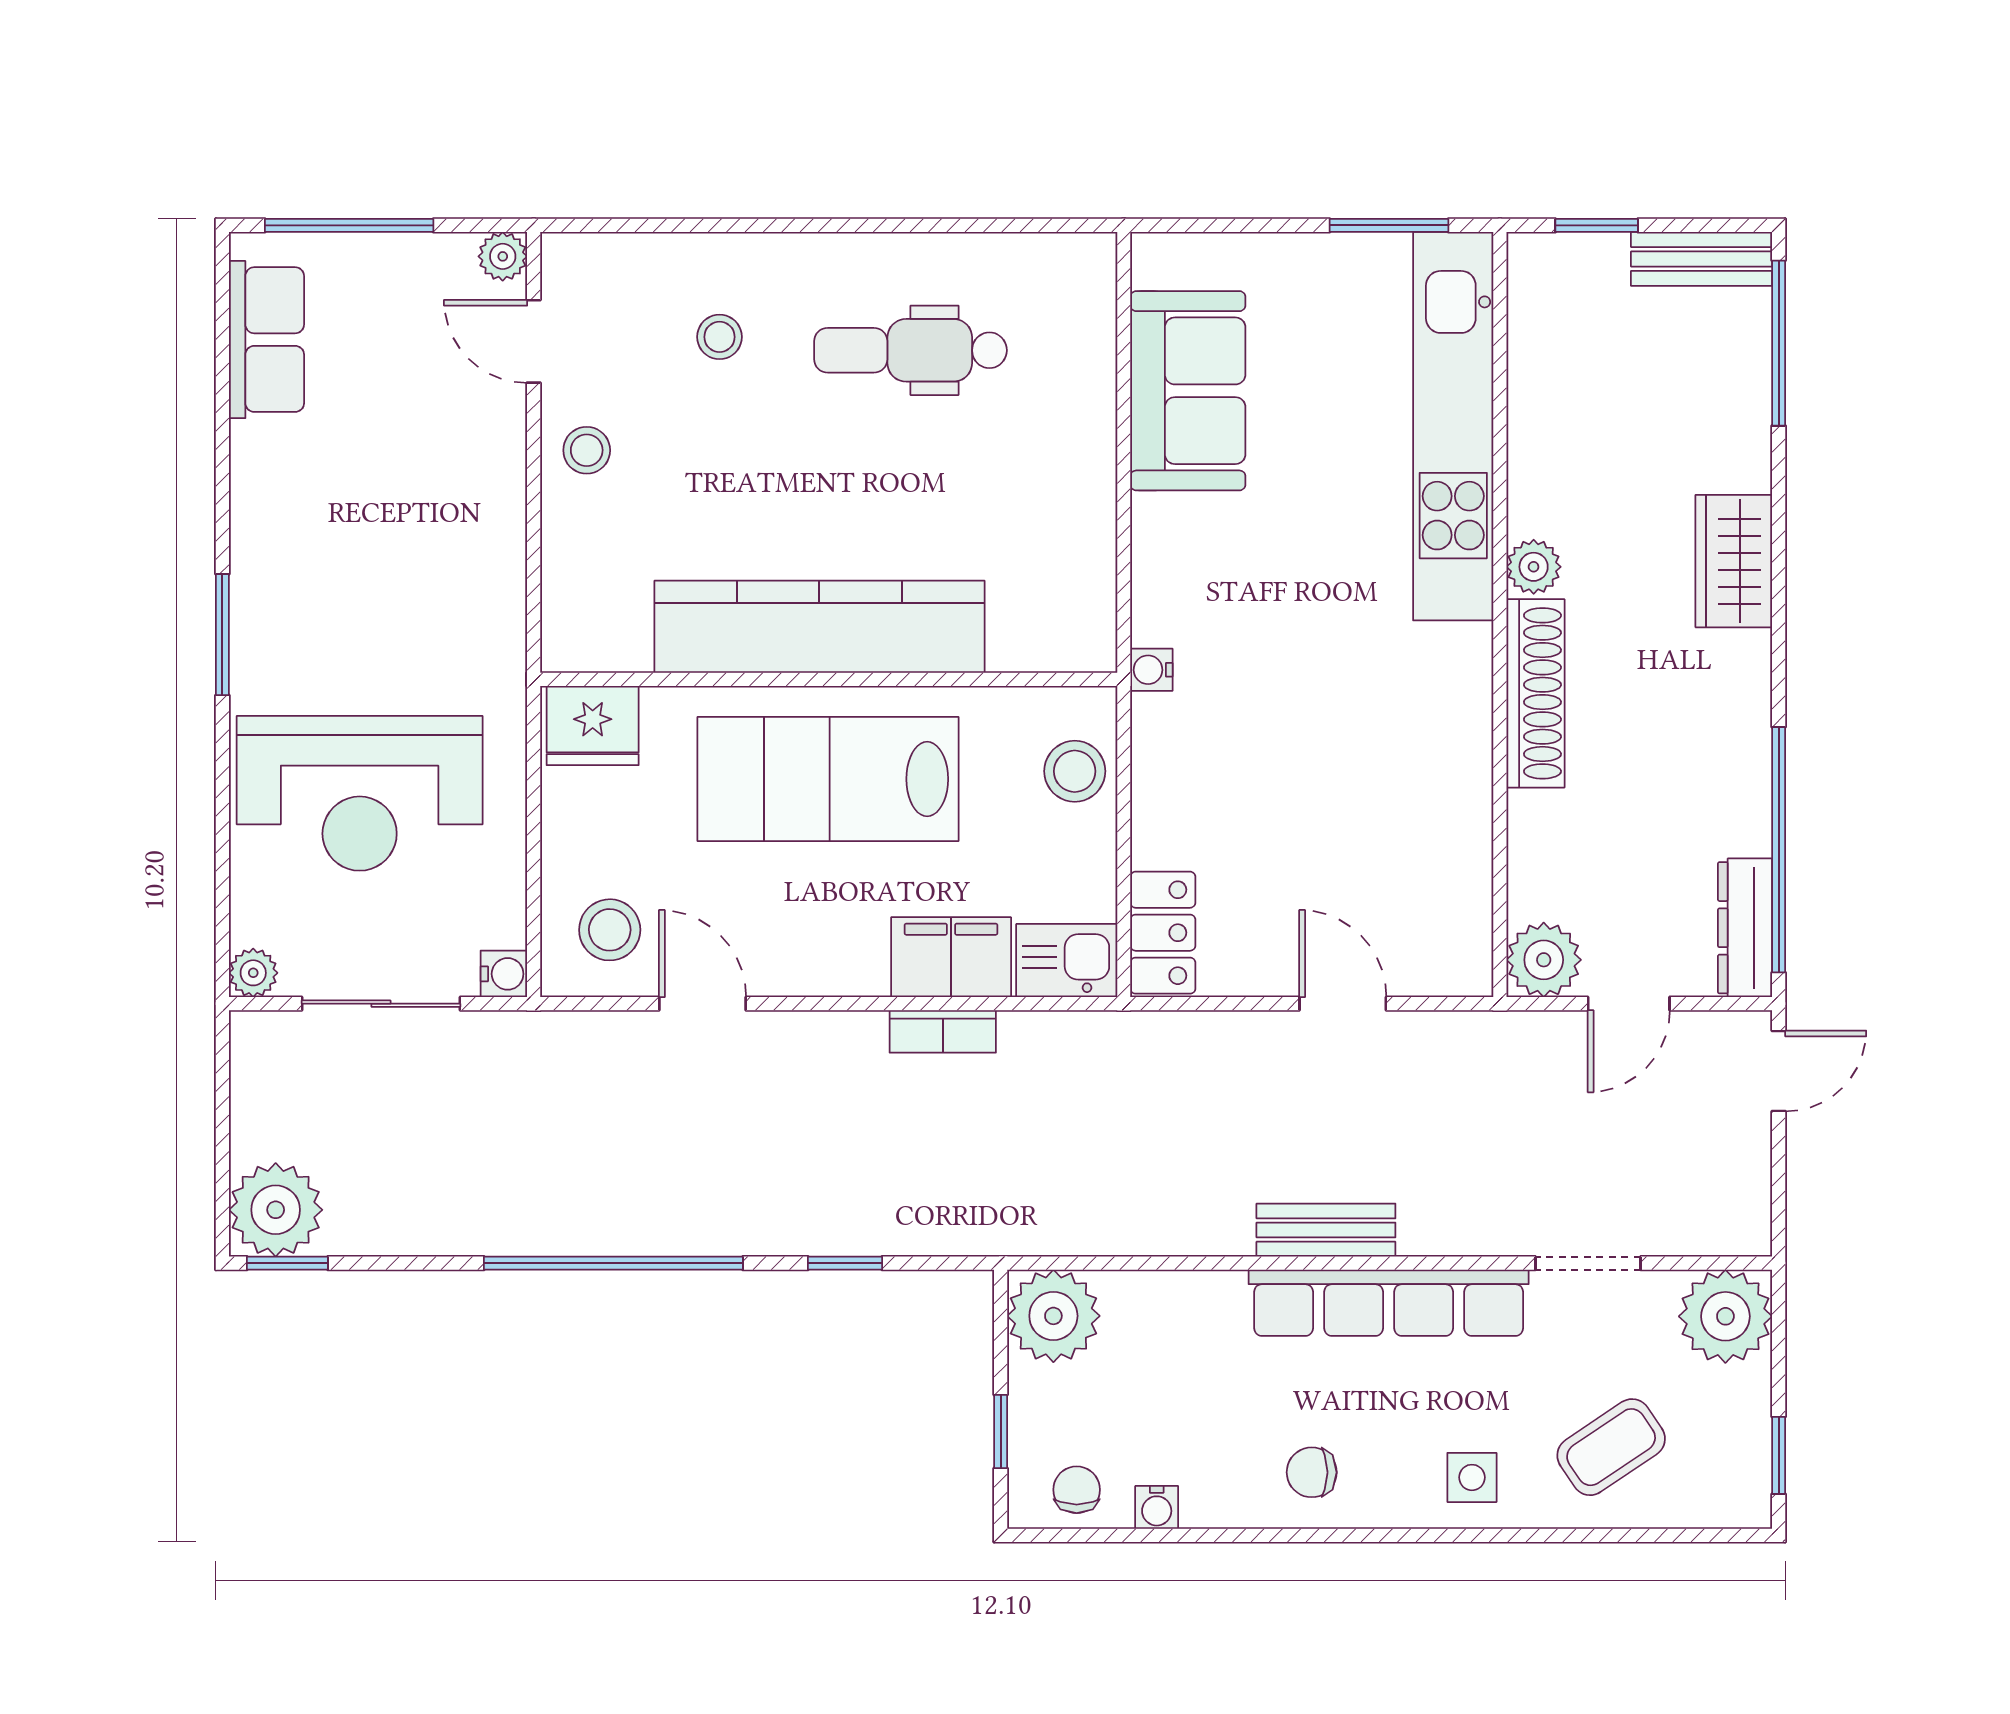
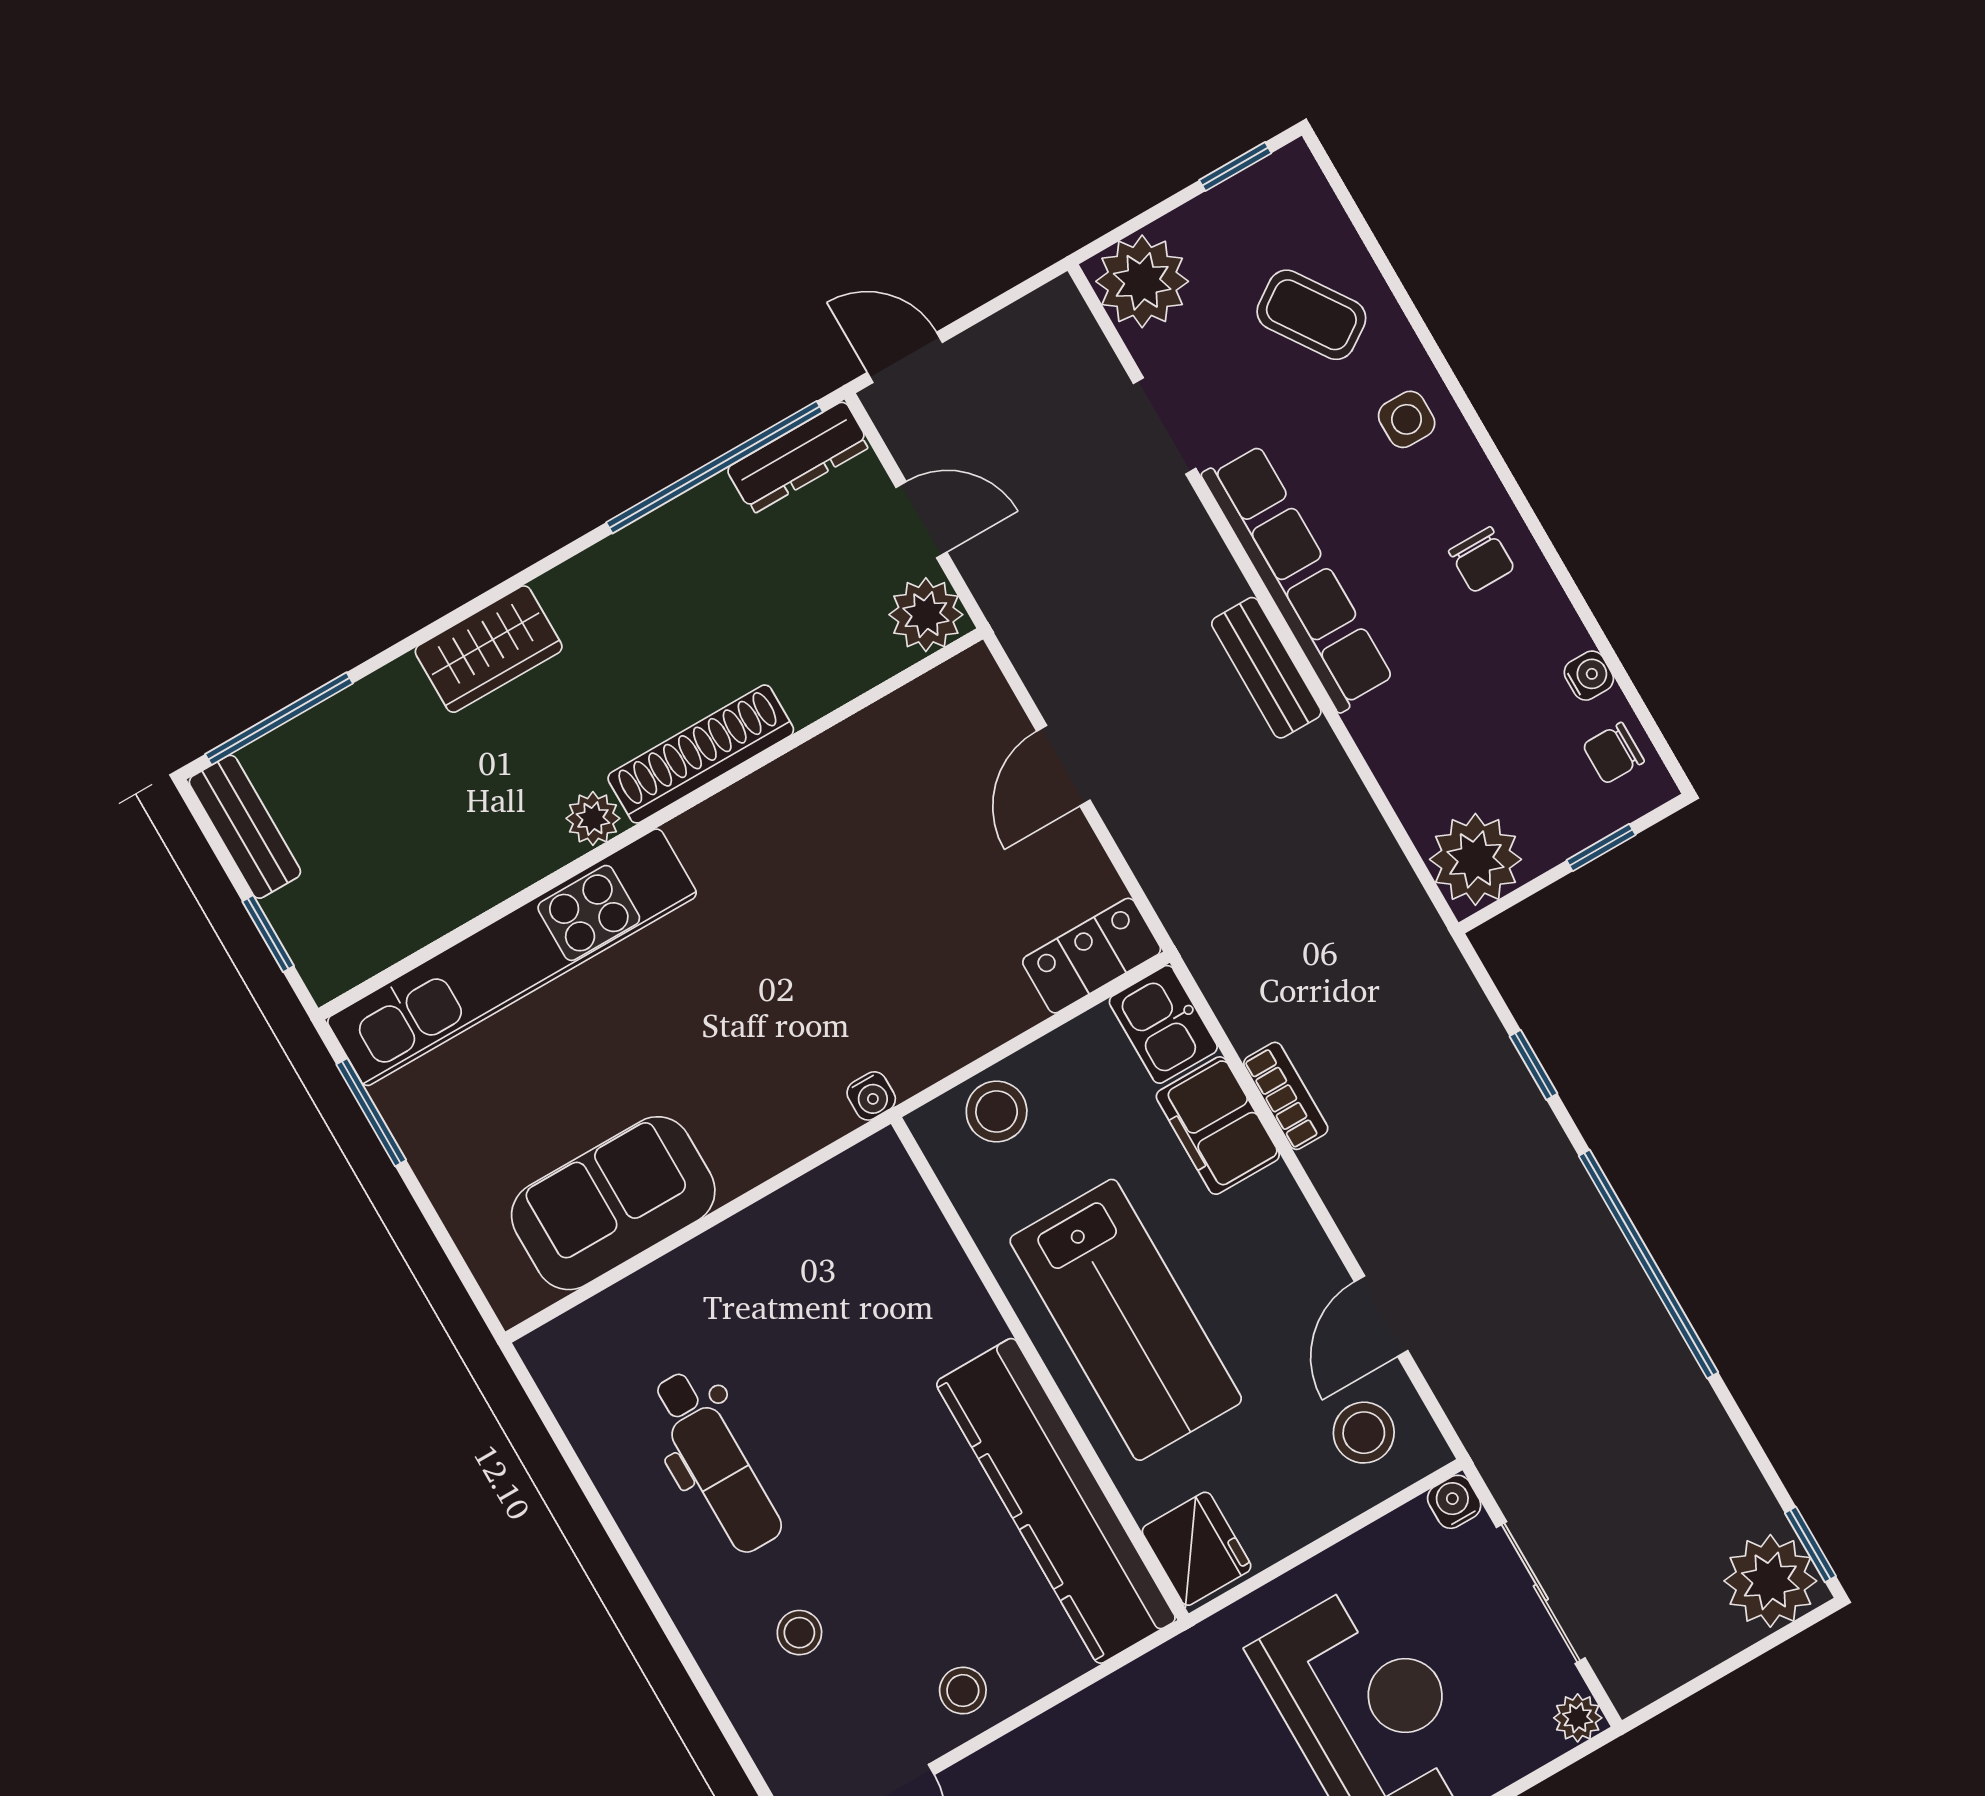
kitchen counter: (819, 627) -> (1056, 1501), moved

